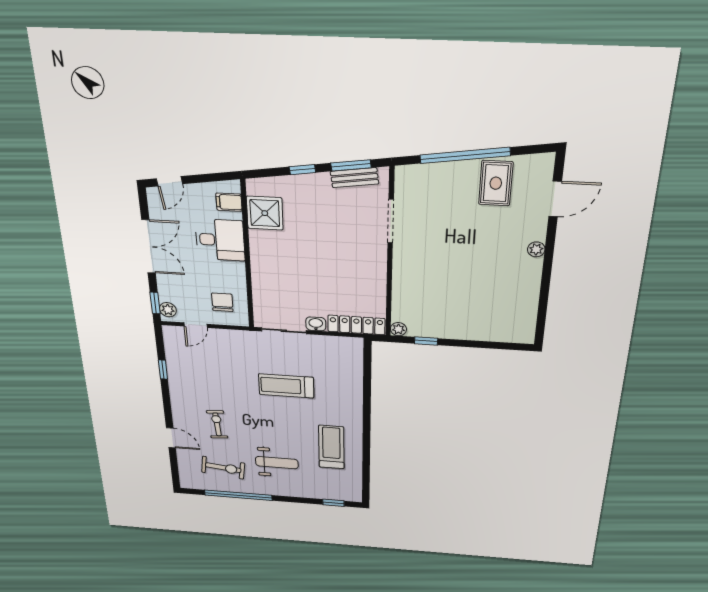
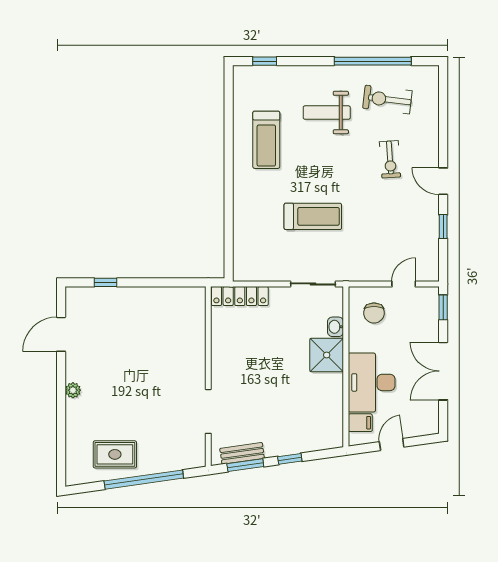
door: (169, 181) -> (392, 444), moved
rug: (496, 183) -> (115, 454), turned 90
door: (555, 199) -> (61, 334), moved
shower: (265, 213) -> (327, 355), moved
desk: (220, 240) -> (372, 382), width x1.37
plant: (168, 310) -> (431, 300), removed
washbasin: (316, 324) -> (336, 327), moved, turned 90
plant: (398, 329) -> (198, 294), removed
window: (426, 341) -> (106, 282), moved
door: (171, 438) -> (443, 181), moved

